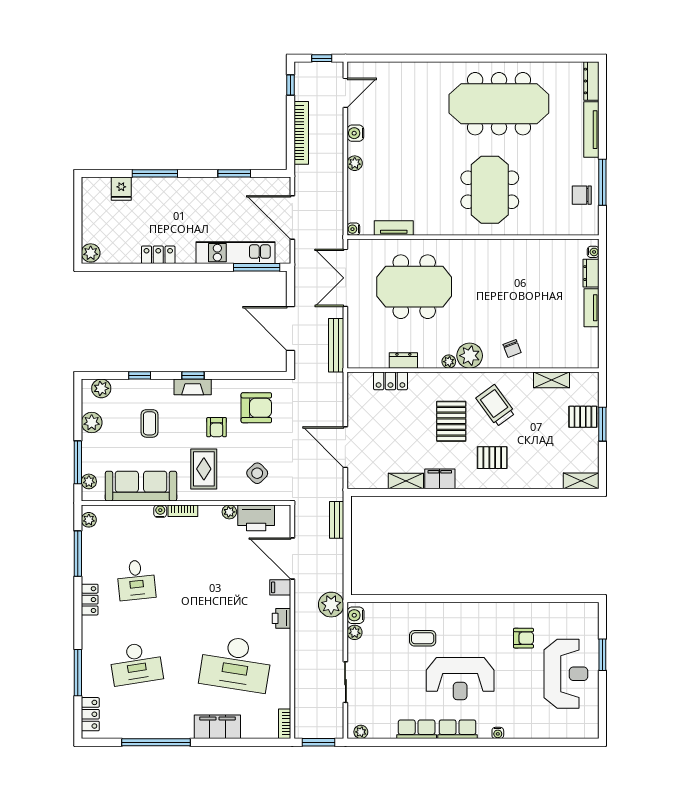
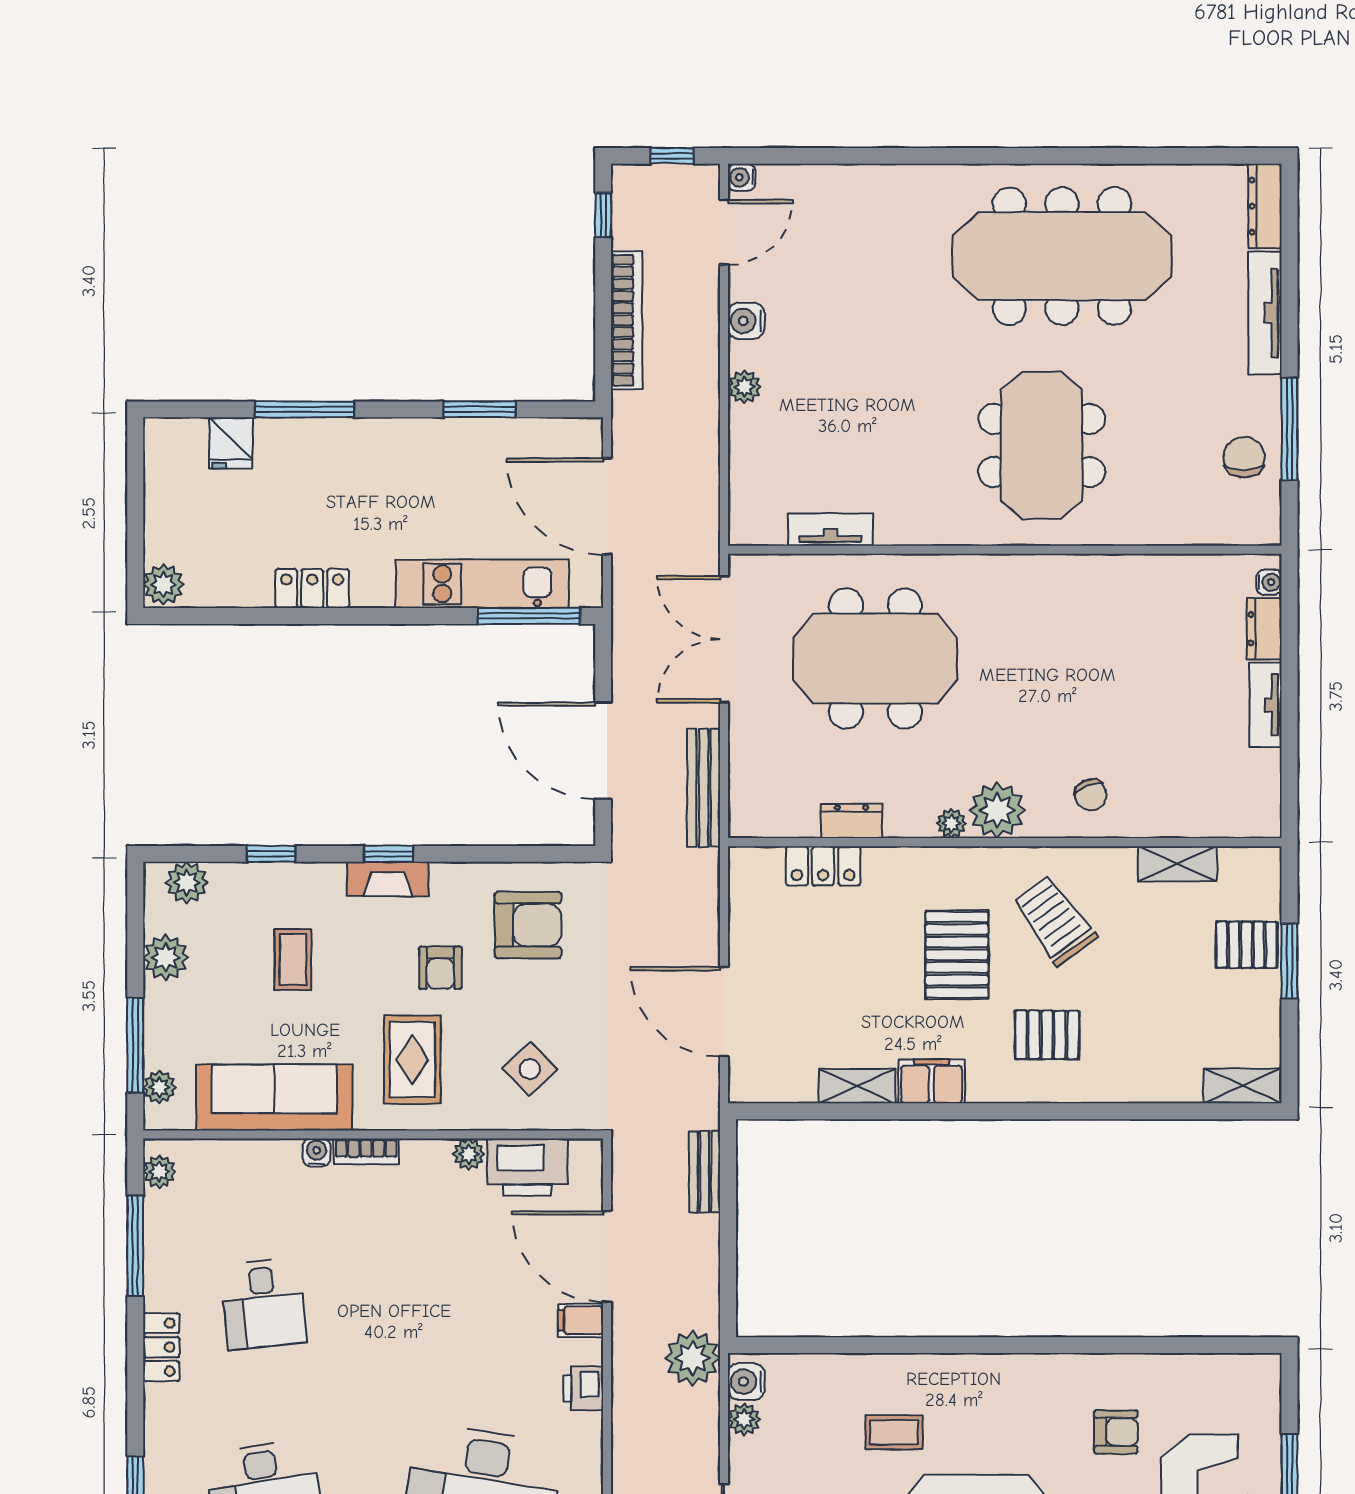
chair: (582, 195) -> (1244, 457), turned 90
water cooler: (353, 229) -> (742, 177), moved

